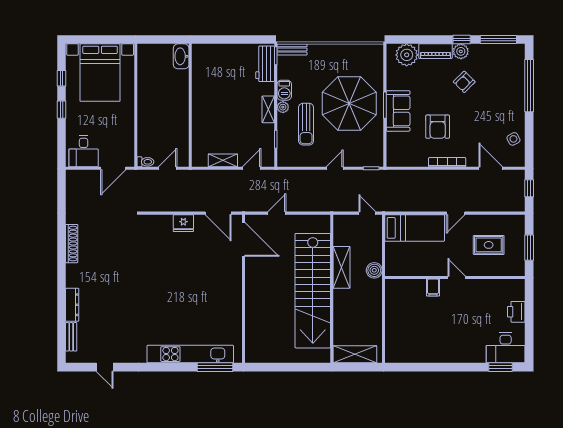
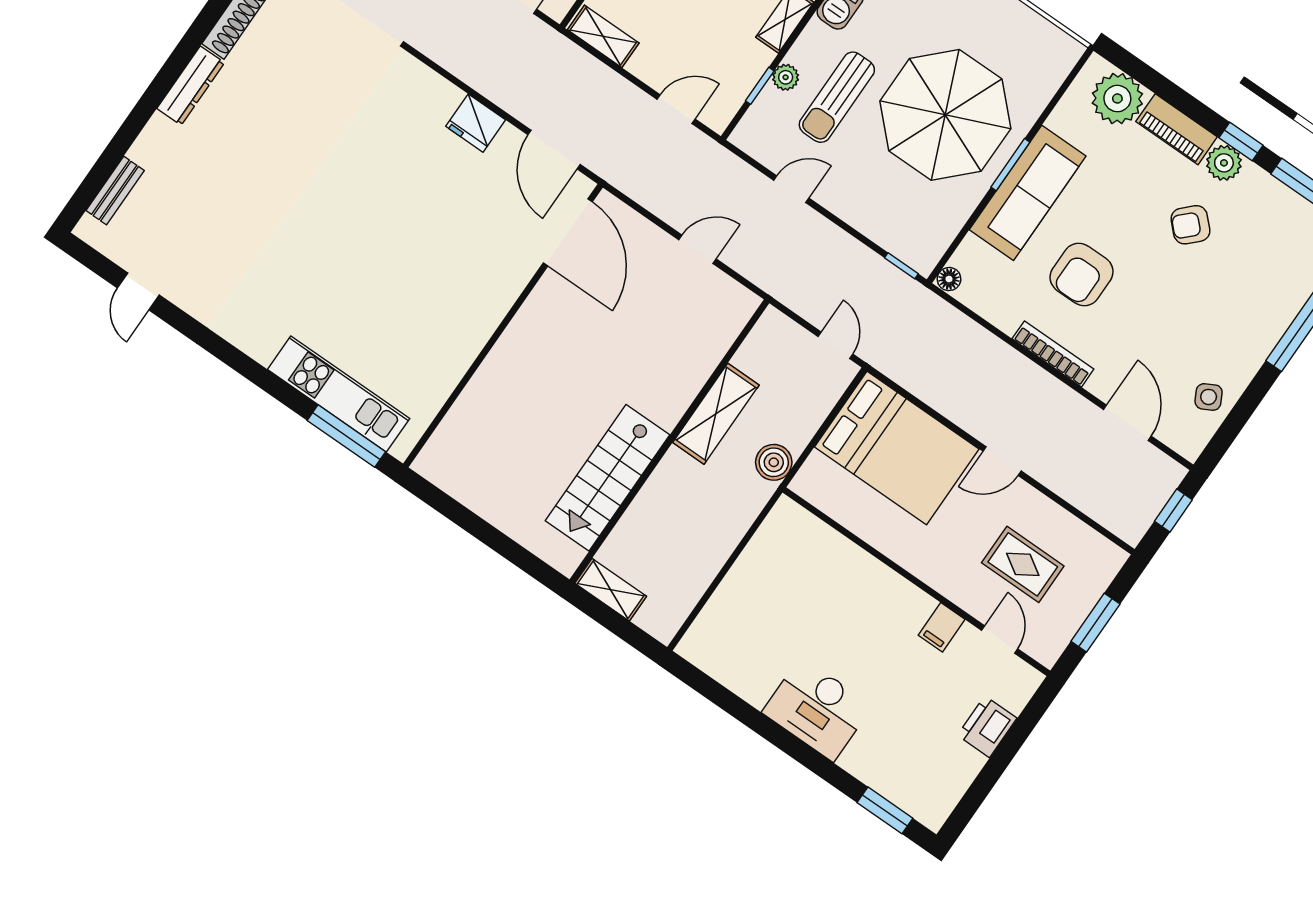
plant: (283, 107) -> (786, 77), moved
sofa: (398, 111) -> (1028, 193), width x1.36
shelving: (223, 160) -> (603, 36), moved
floor lamp: (391, 161) -> (949, 279), added
door: (335, 168) -> (791, 189), moved
door: (277, 213) -> (697, 249), moved
bed: (415, 228) -> (897, 448), width x1.50
door: (457, 278) -> (1000, 639), moved
filing cabinet: (433, 288) -> (942, 627), moved
stairs: (313, 291) -> (608, 478), width x0.54, depth x0.66
dresser: (72, 305) -> (191, 86), moved
desk: (506, 348) -> (817, 709), moved
kitchen unit: (190, 354) -> (339, 394), width x0.73
shelving: (355, 354) -> (611, 590), width x0.67, depth x0.75

